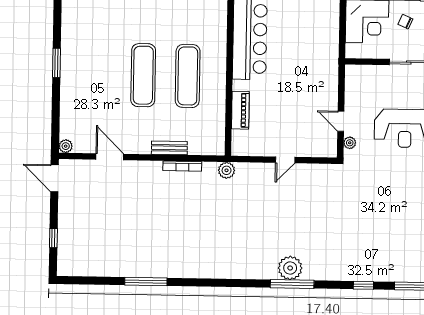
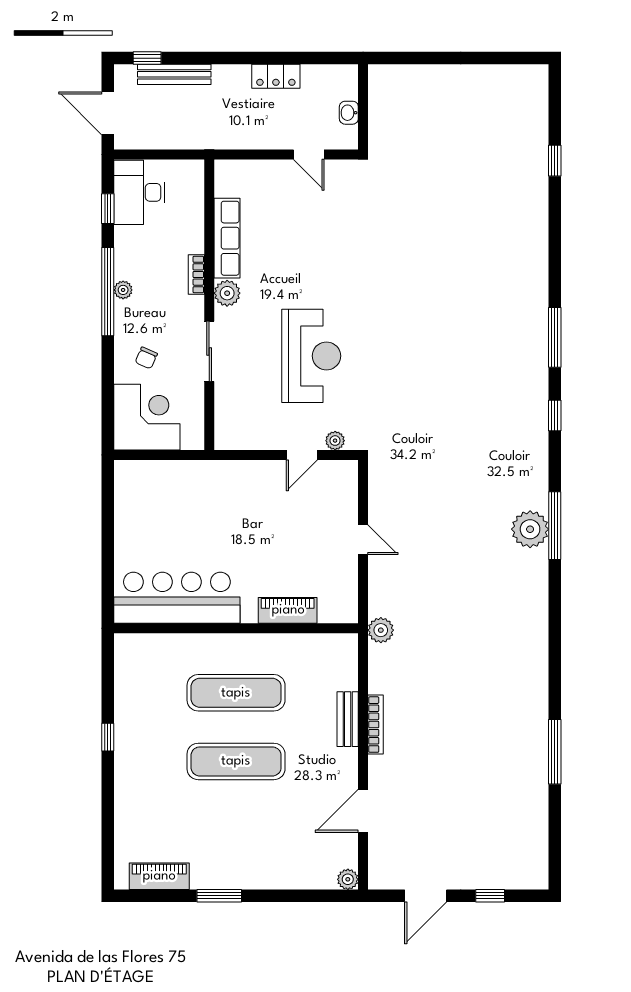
piano: (70, 24) -> (159, 876), added
bookcase: (182, 166) -> (376, 725), moved
door: (54, 178) -> (426, 896), moved

